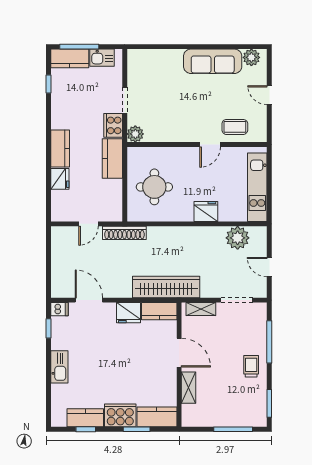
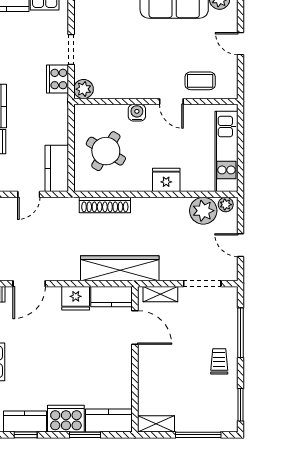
door: (210, 145) -> (171, 101), hinge flipped
water cooler: (181, 154) -> (137, 113), added
kitchen counter: (112, 159) -> (57, 168), moved
round table: (154, 187) -> (106, 151), turned 31
shoe rack: (124, 233) -> (105, 205), moved
plant: (257, 233) -> (226, 205), added
door: (89, 300) -> (29, 284), swing flipped
door: (179, 353) -> (135, 327), moved
shelving: (189, 388) -> (156, 424), moved, turned 90

